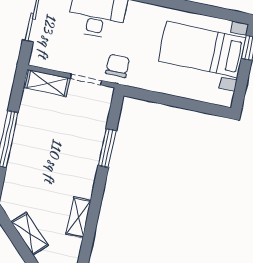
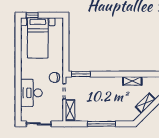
window: (107, 148) -> (81, 74), moved

